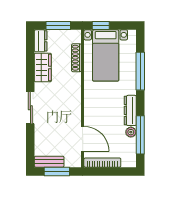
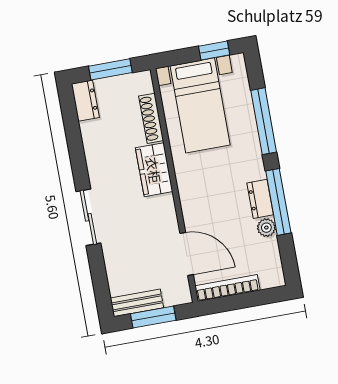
window: (101, 26) -> (214, 51), moved
wardrobe: (43, 68) -> (154, 170), moved, turned 180
dresser: (130, 110) -> (260, 199), width x0.70
window: (140, 135) -> (278, 202), moved

